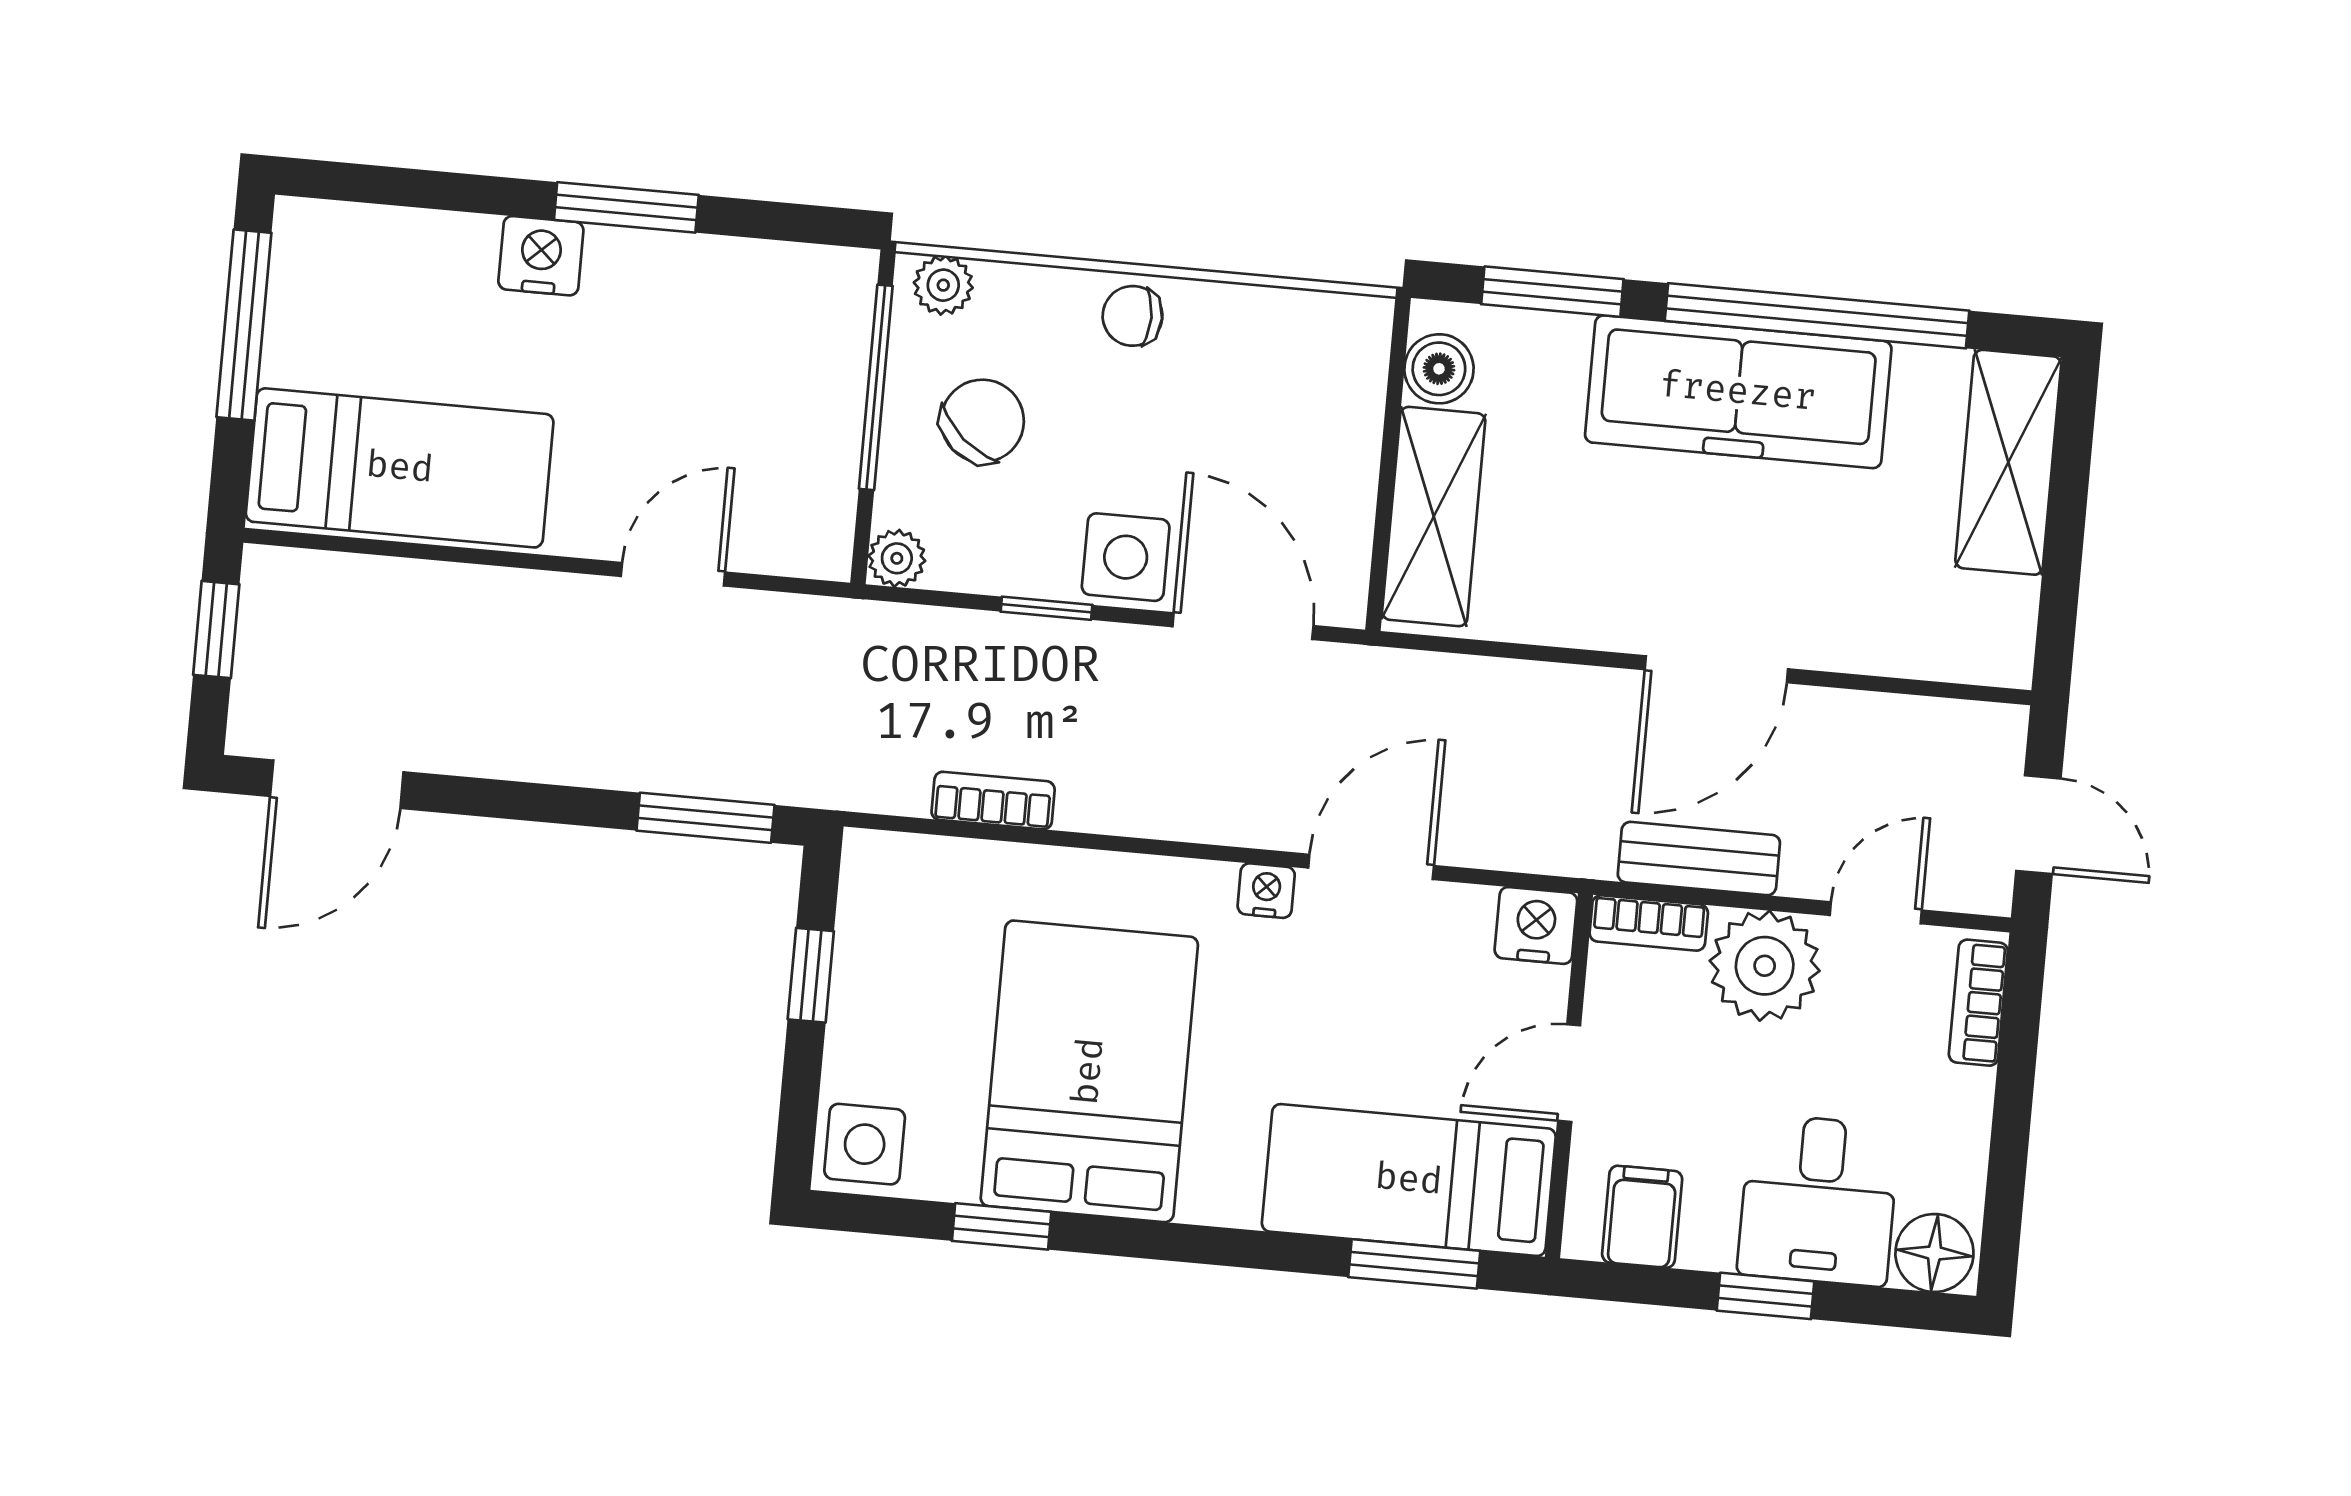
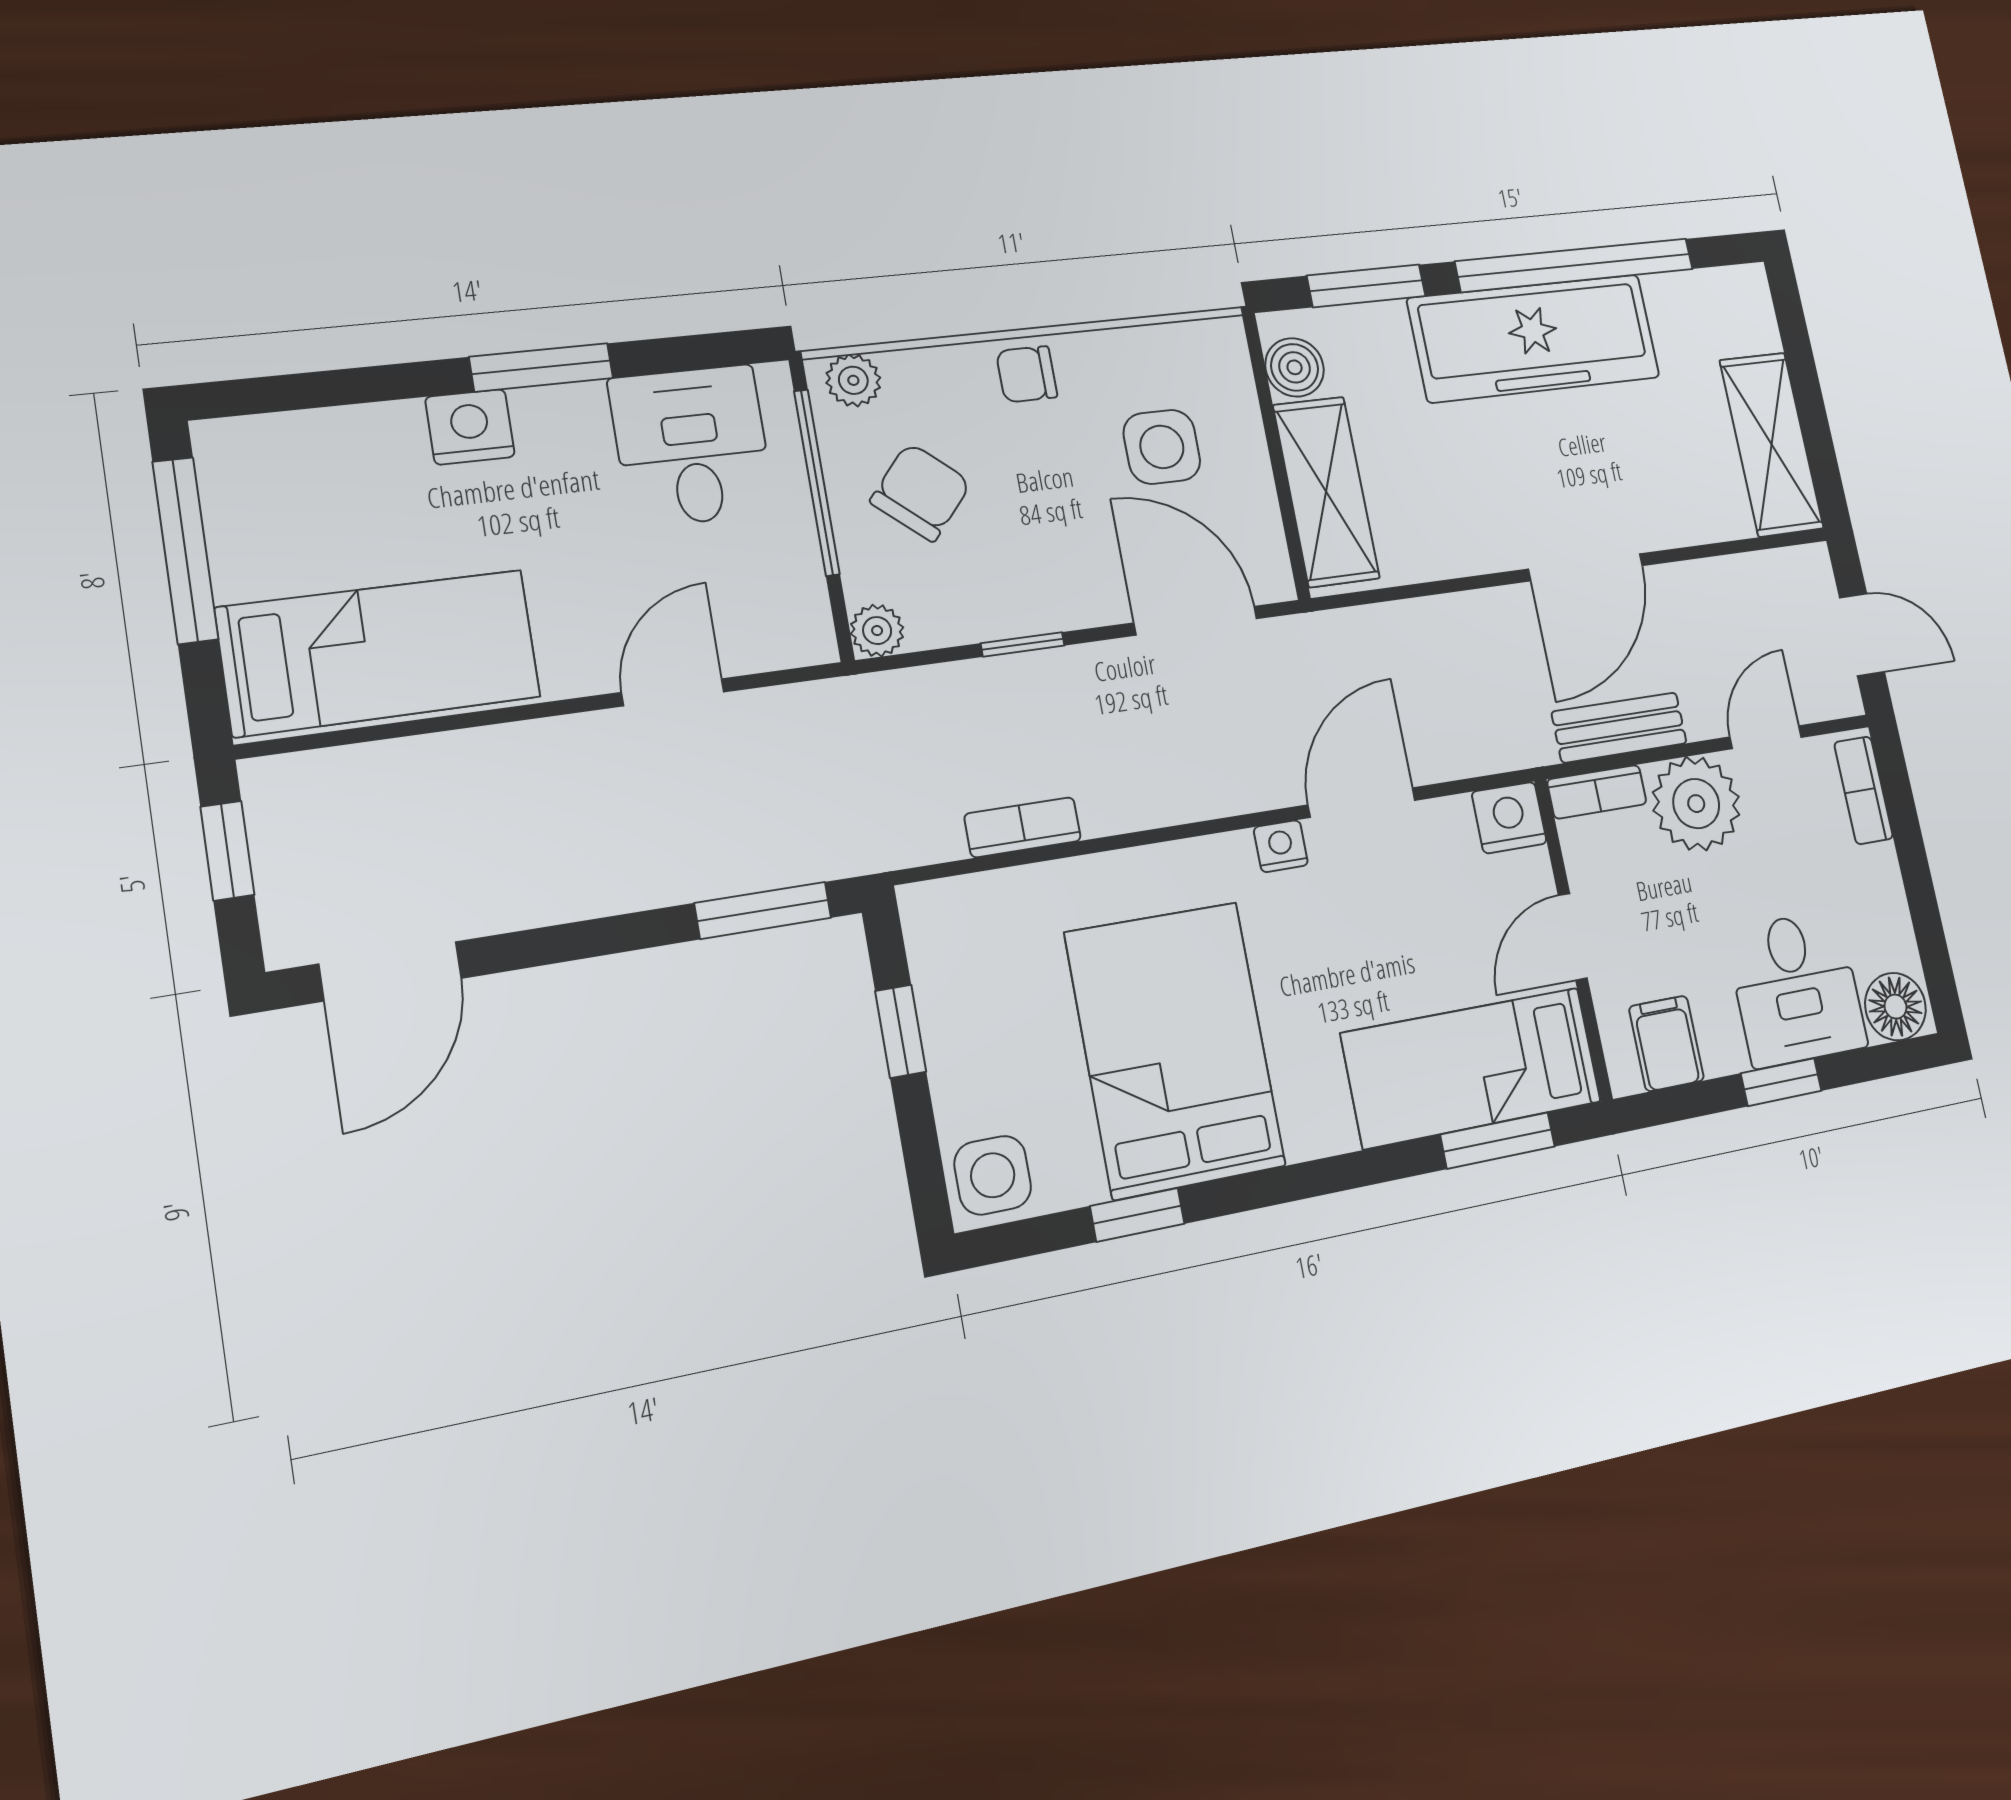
desk: (757, 322) -> (692, 446), added
shelving: (2008, 462) -> (1771, 444), moved
side table: (1126, 557) -> (1162, 447), moved

